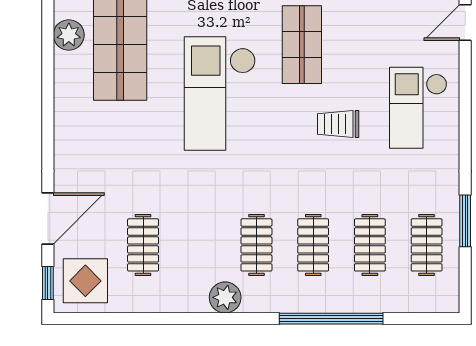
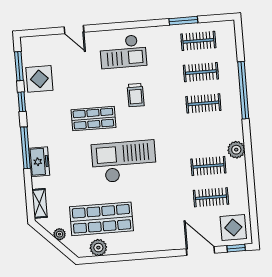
checkout: (220, 94) -> (124, 162), turned 180
clothes rail: (256, 245) -> (208, 166), moved

